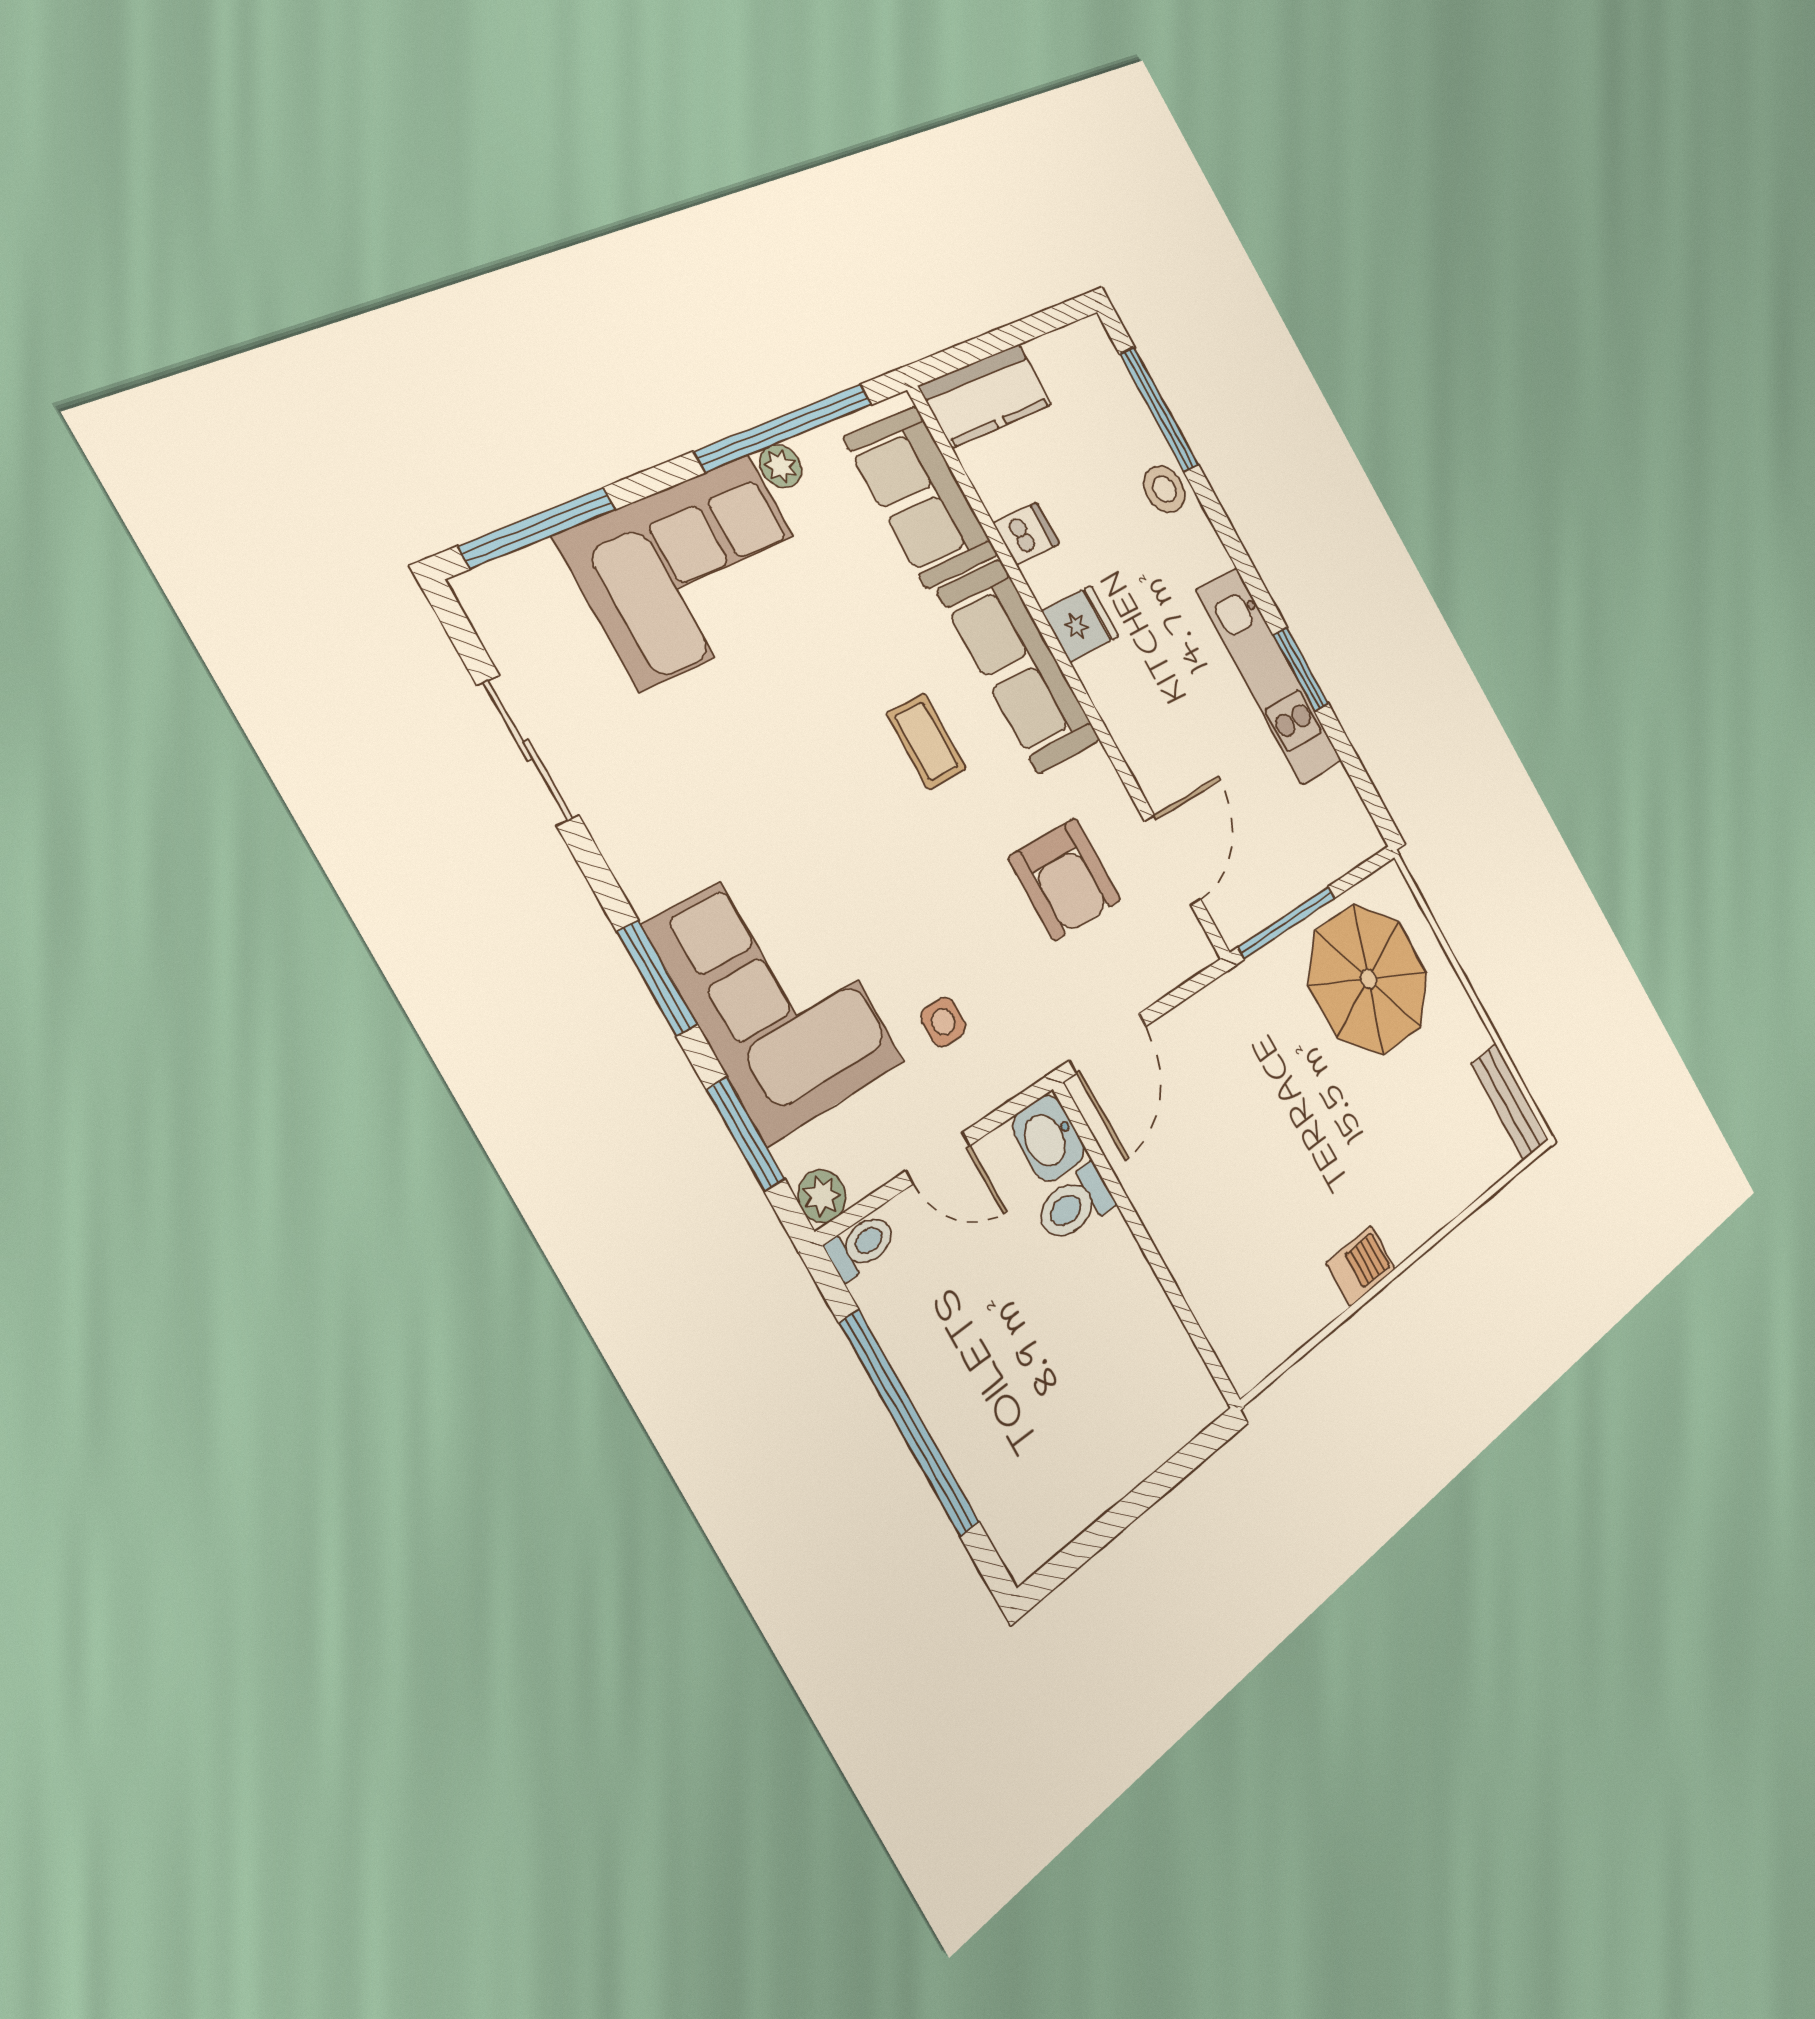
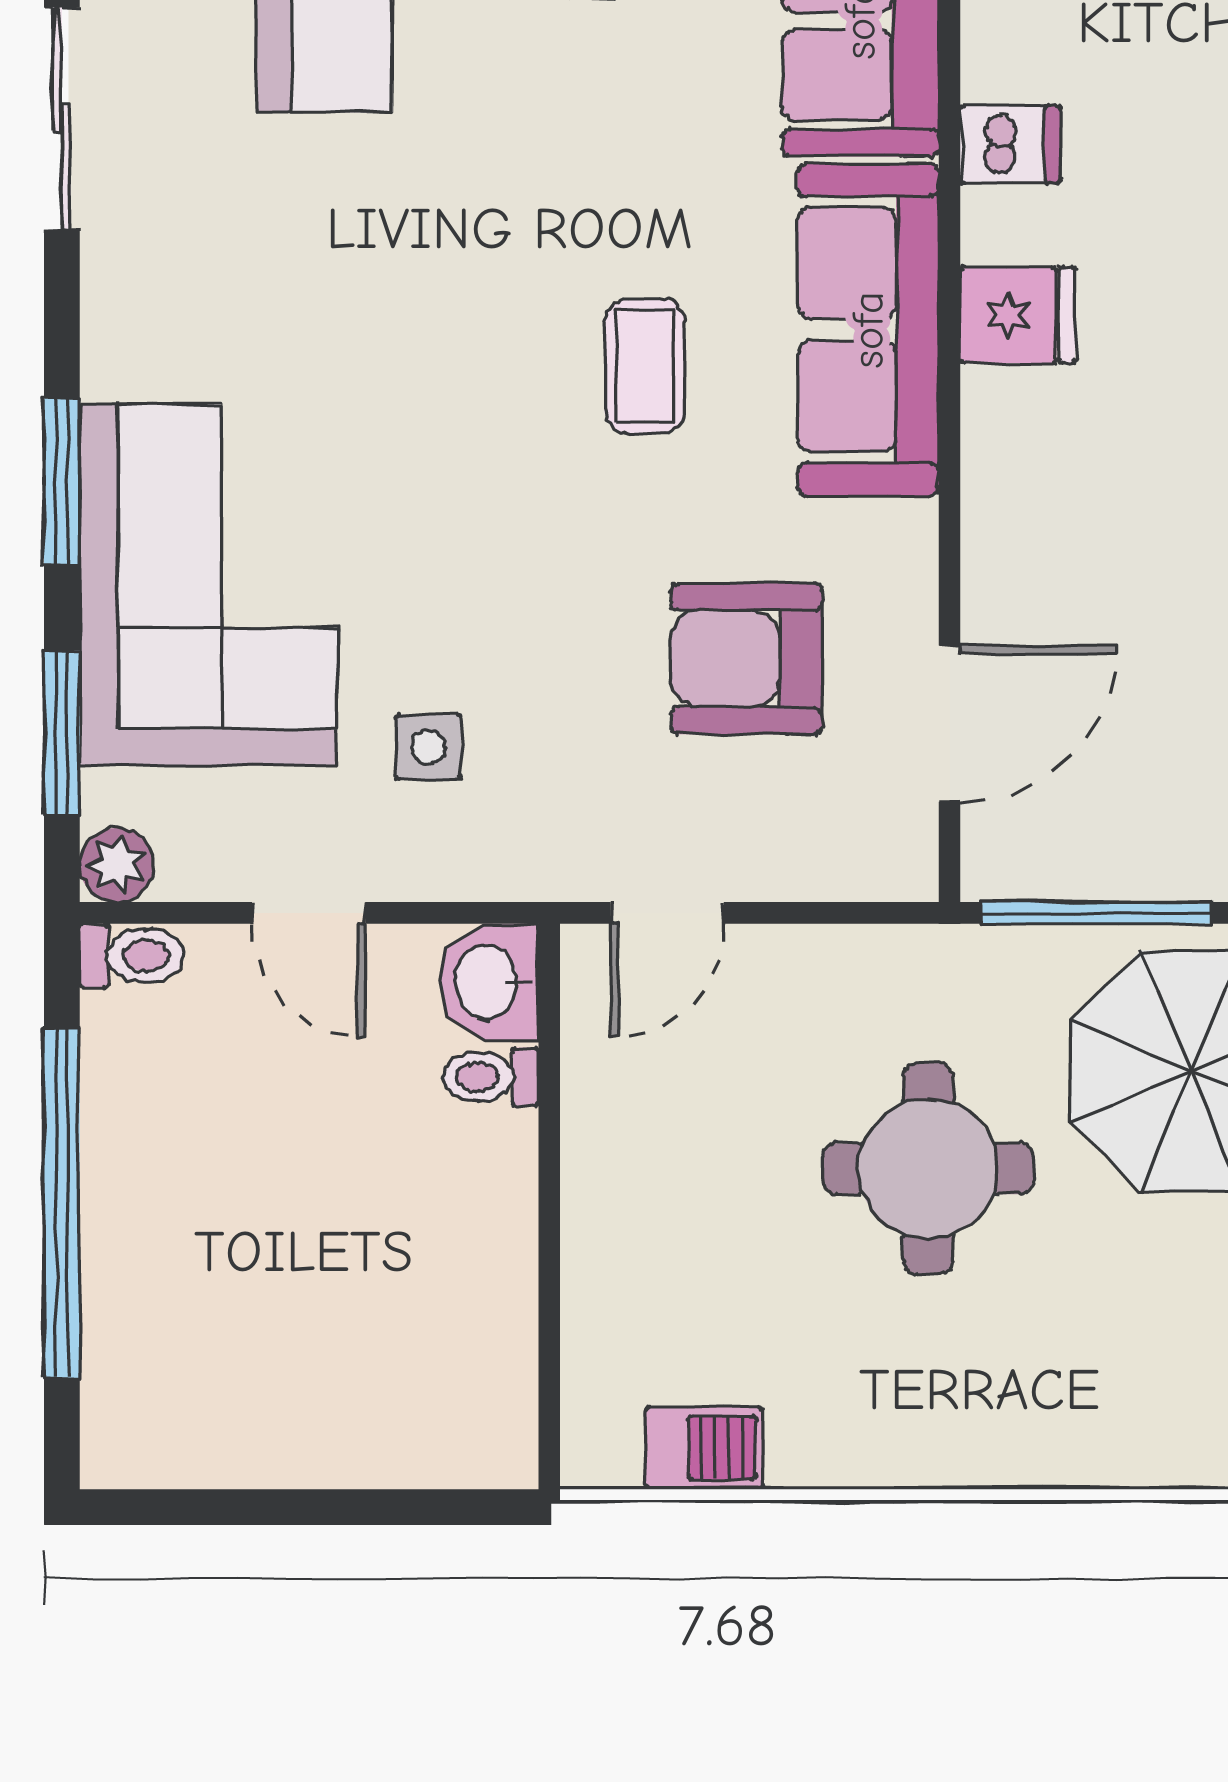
armchair: (1065, 879) -> (746, 659), turned 90
door: (1108, 1043) -> (667, 913), width x0.73
round table: (1295, 1104) -> (928, 1169), added
toilet: (1074, 1204) -> (491, 1077), width x0.73, depth x0.72
barbecue: (1361, 1266) -> (704, 1448), moved

